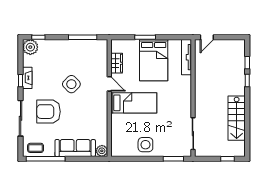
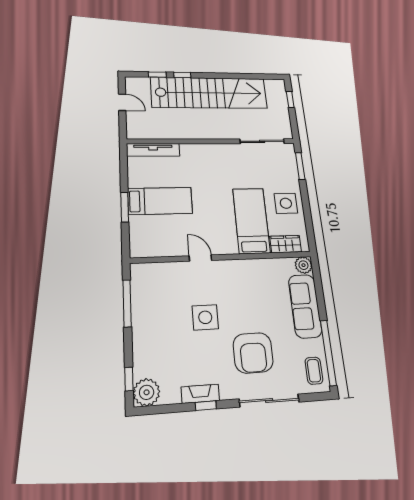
door: (207, 37) -> (122, 102), moved
bed: (154, 60) -> (160, 201), width x0.67
wardrobe: (117, 63) -> (286, 244), moved
side table: (71, 84) -> (205, 317), turned 45
door: (109, 84) -> (200, 258), hinge flipped
bed: (134, 103) -> (251, 221), moved
stairs: (237, 118) -> (209, 93), width x1.86, depth x1.51

